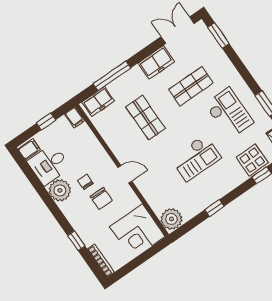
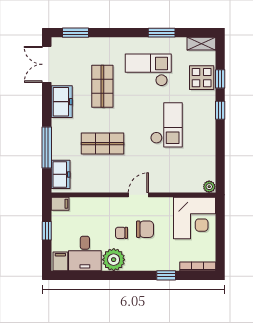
window: (214, 208) -> (220, 110), moved
plant: (171, 219) -> (209, 187), width x0.53, depth x0.53

